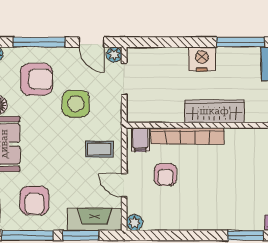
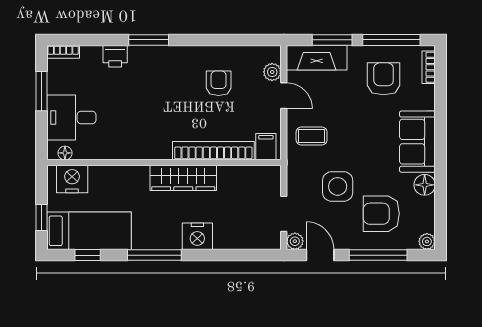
armchair: (165, 175) -> (219, 83), moved
plant: (134, 223) -> (272, 72), moved

